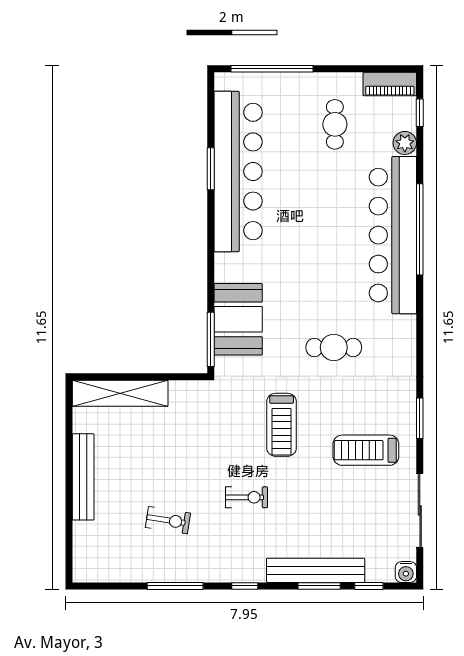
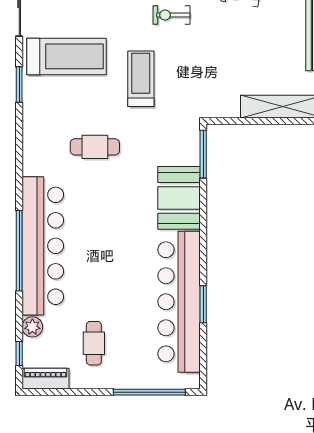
booth: (238, 319) -> (179, 198), moved
treadmill: (366, 450) -> (67, 56), width x1.37, depth x1.38

